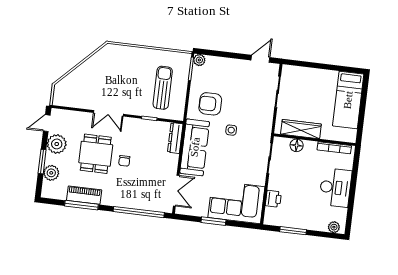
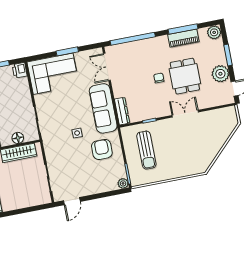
armchair: (210, 104) -> (102, 149), turned -90
plant: (51, 173) -> (214, 32), moved
printer: (273, 199) -> (20, 70), moved

